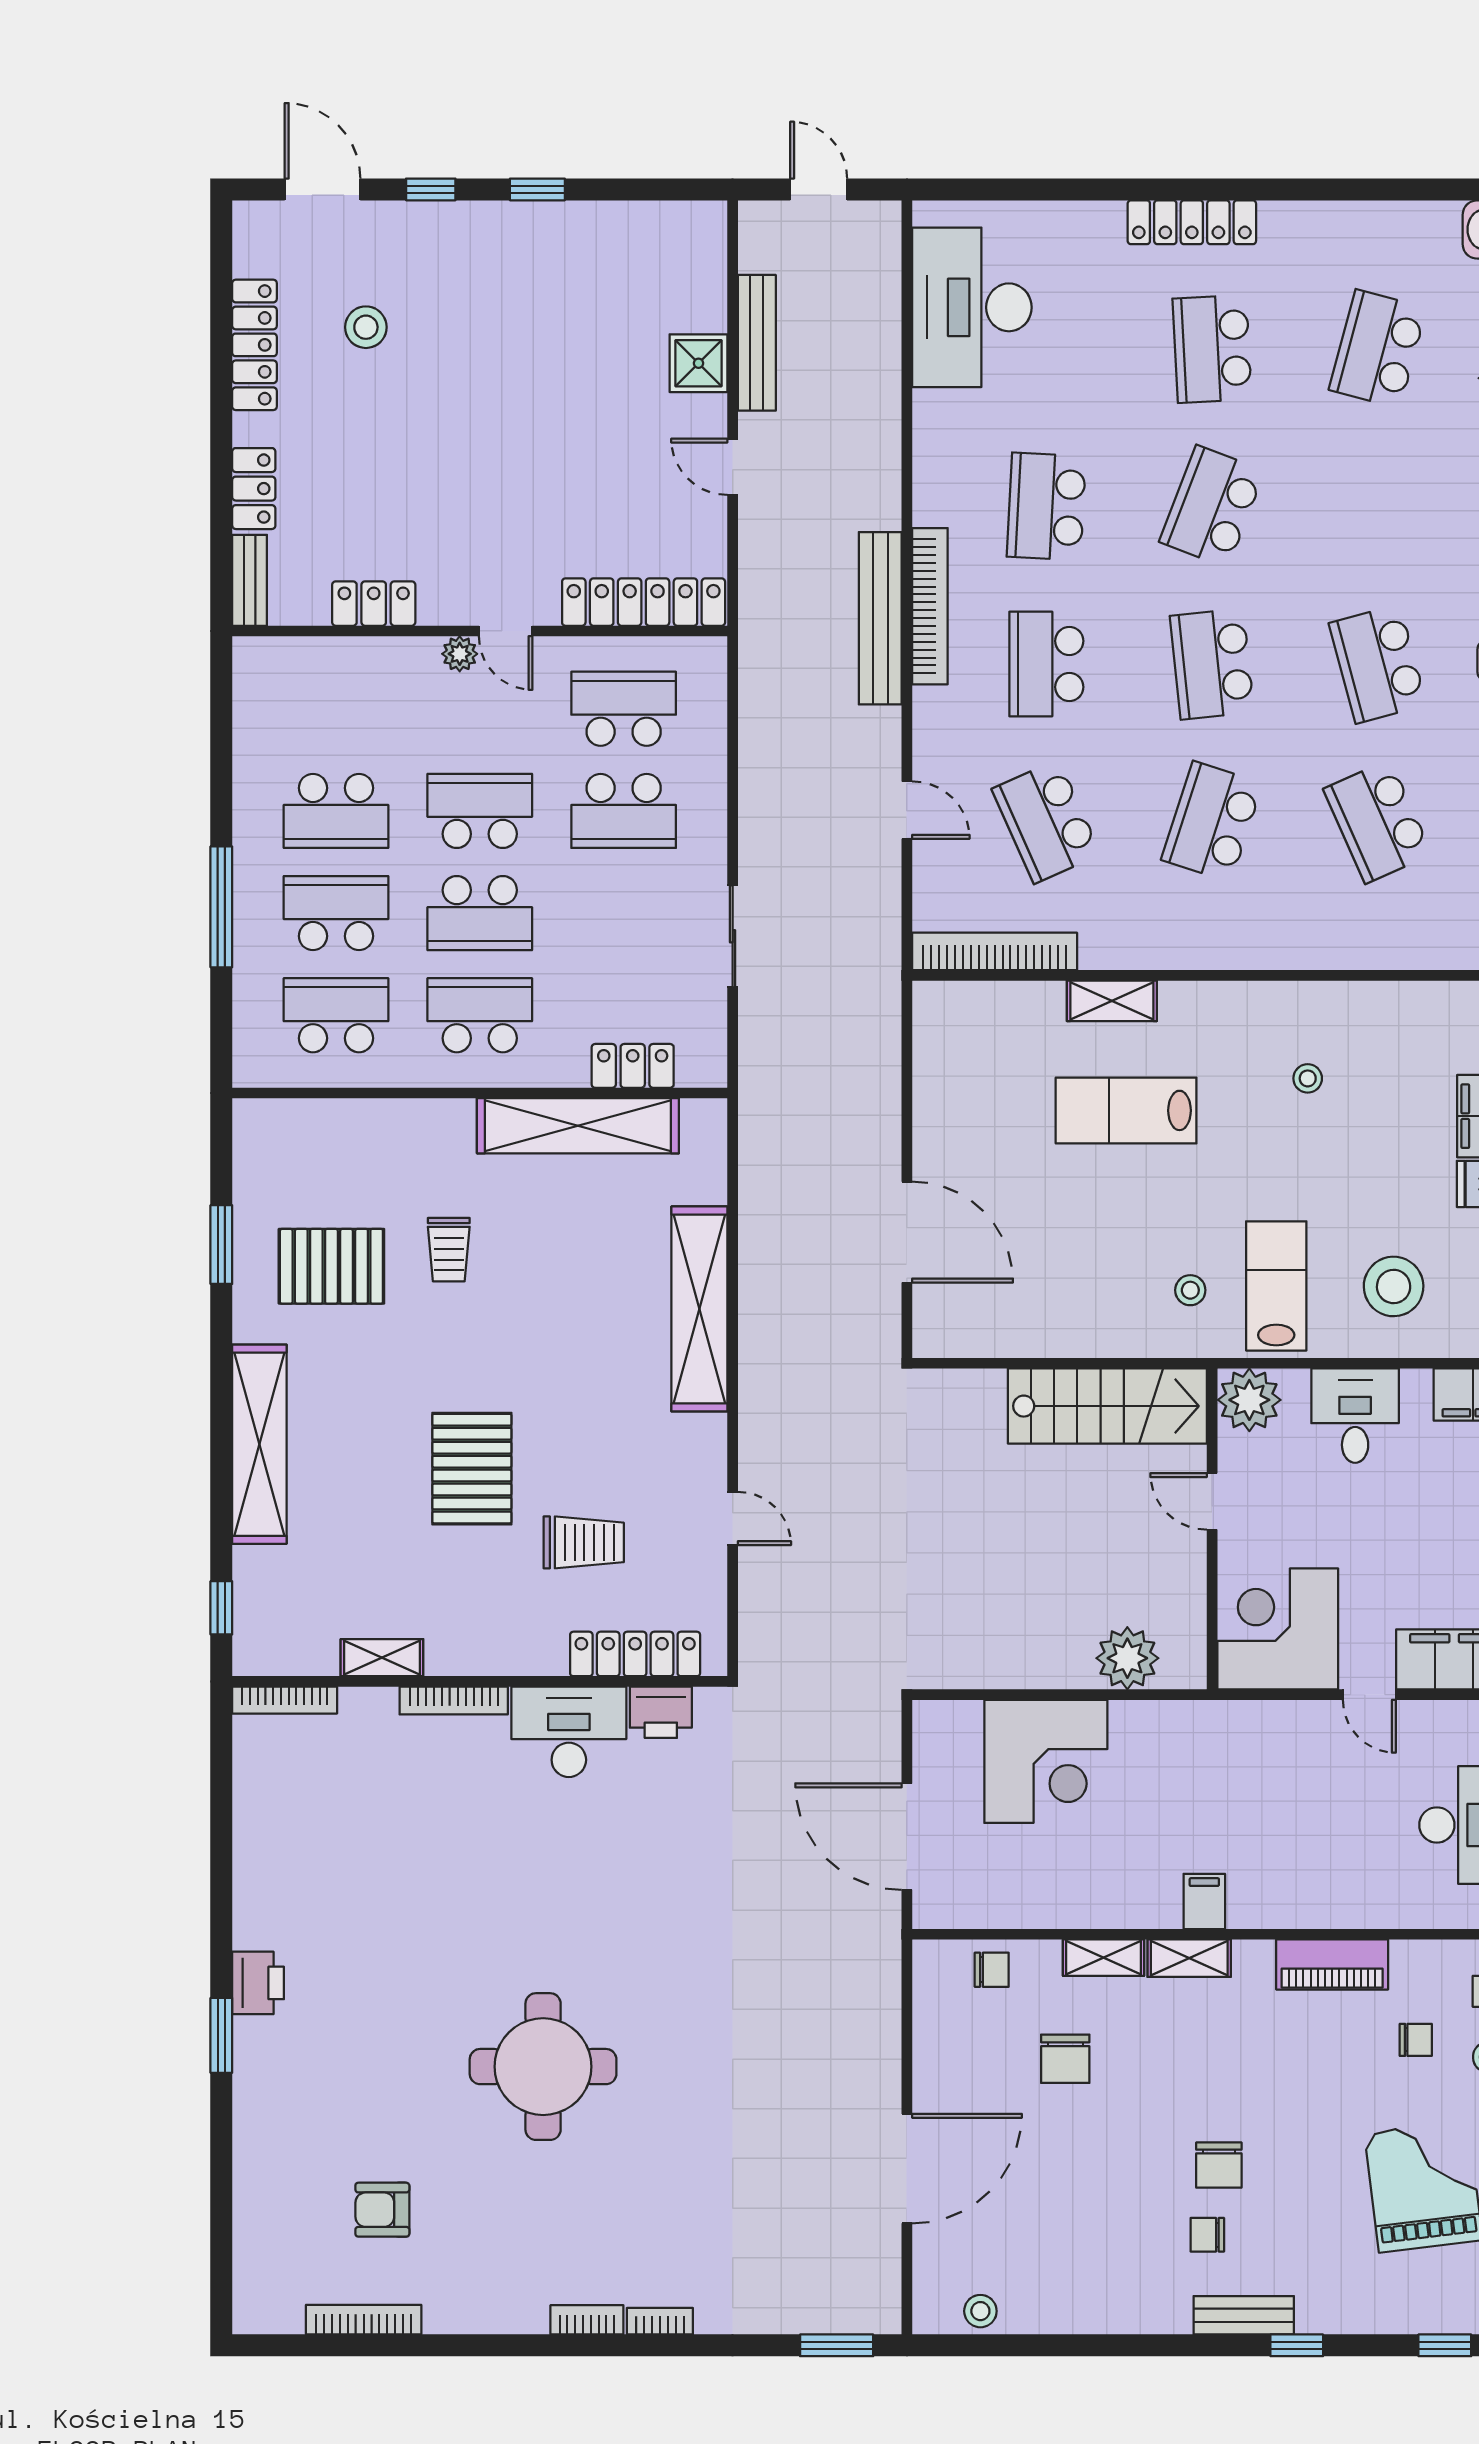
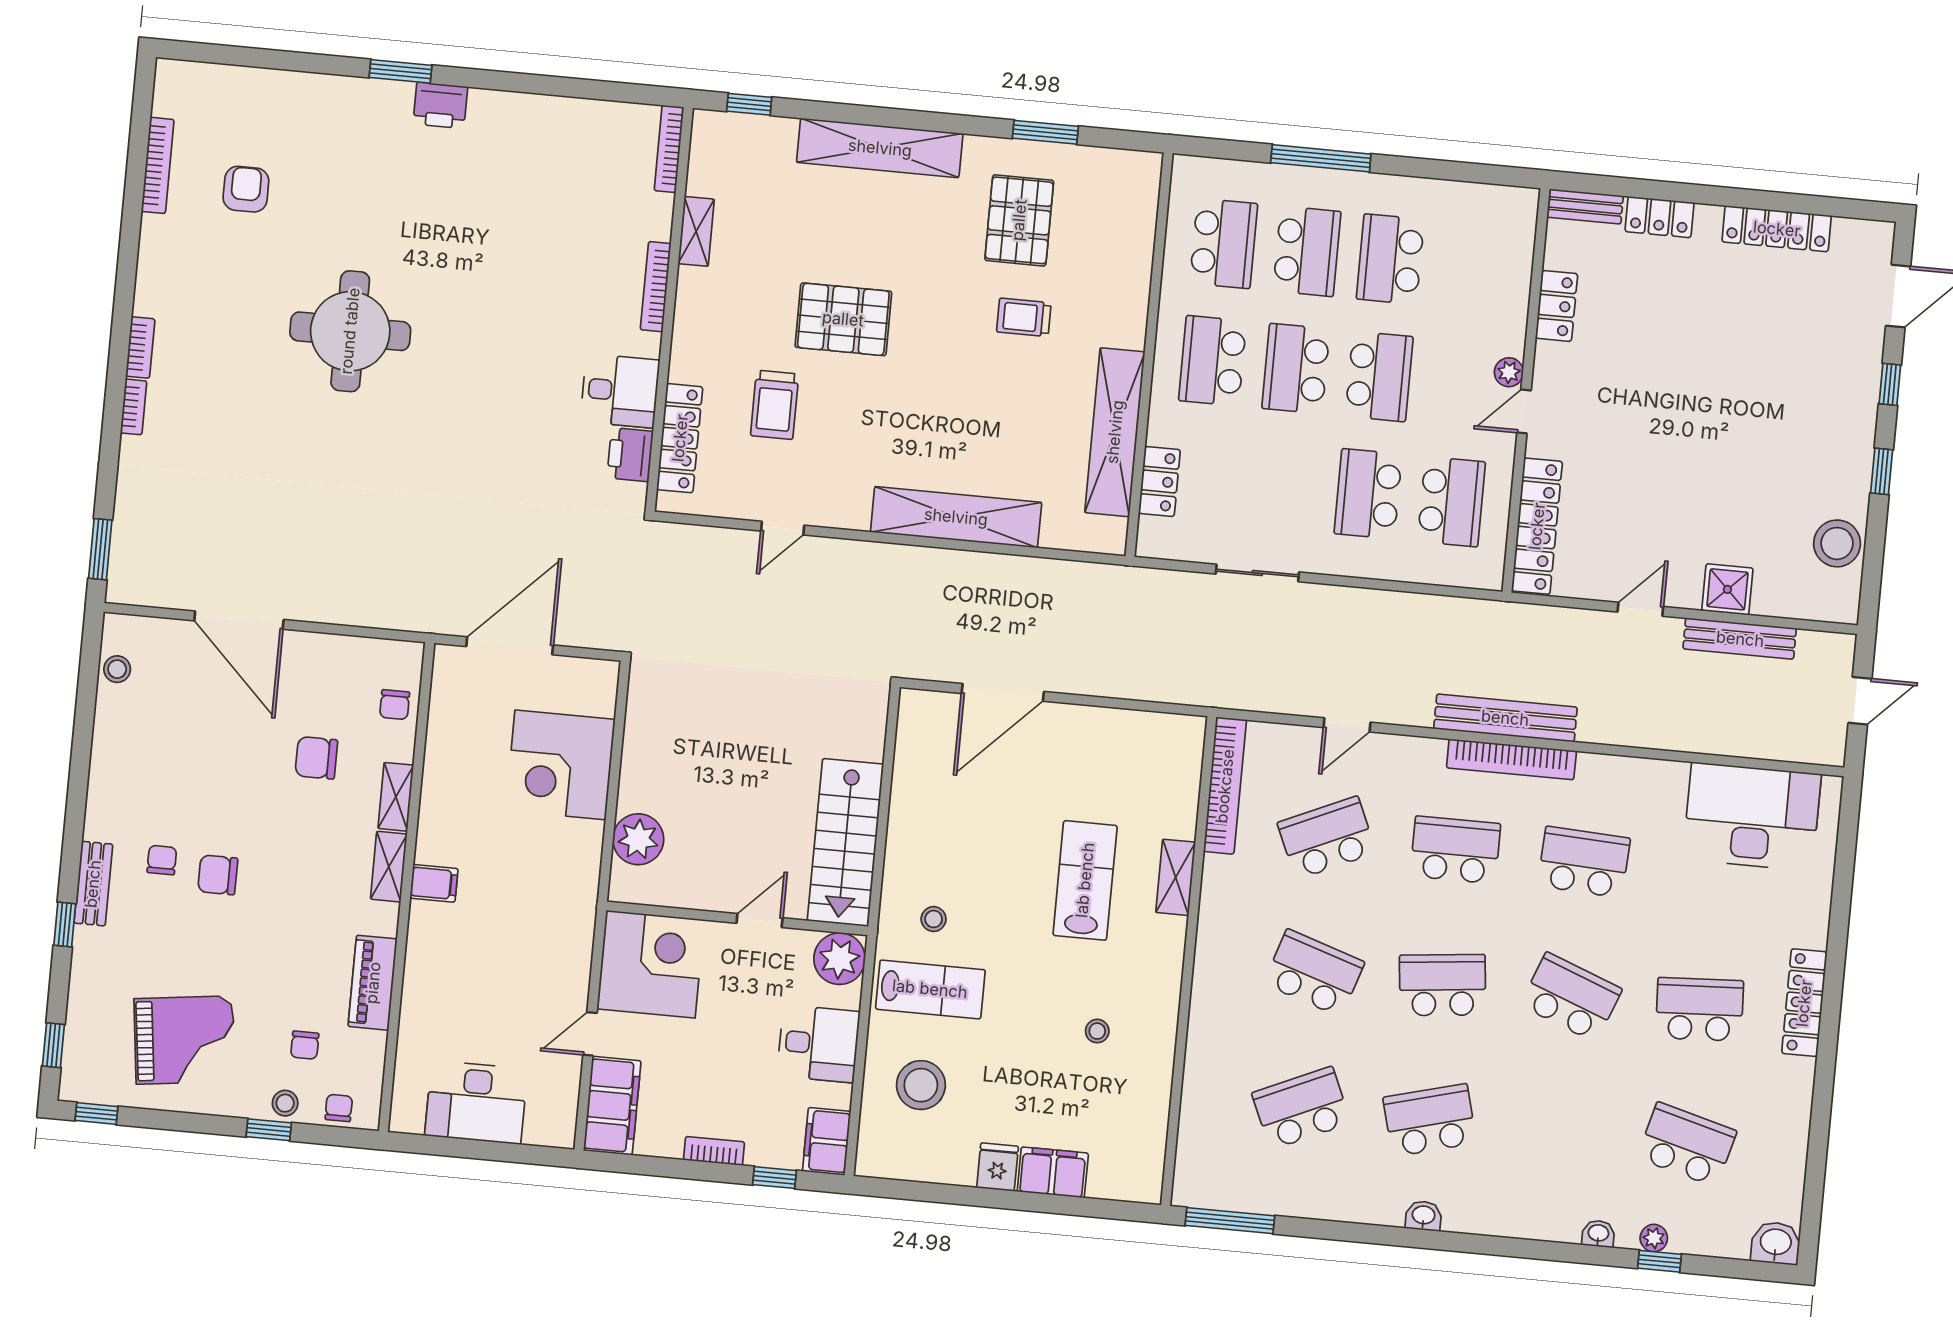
stool: (366, 327) -> (1837, 543), moved, width x1.38, depth x1.38
school desk: (480, 1015) -> (1213, 361), turned 180
desk: (569, 1732) -> (620, 391), width x0.73

